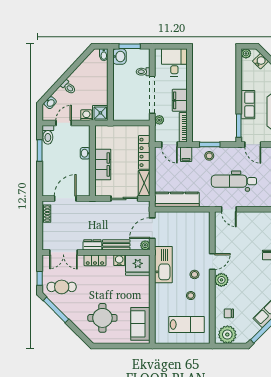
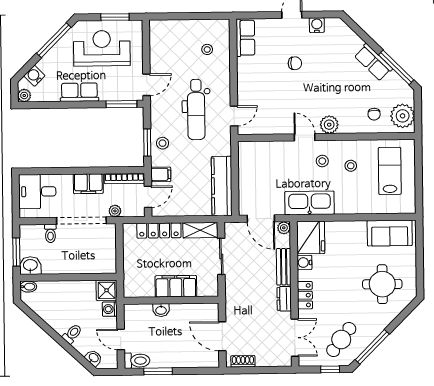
row of seats: (248, 105) -> (79, 92), moved
cafe table: (62, 287) -> (341, 340), turned 37

